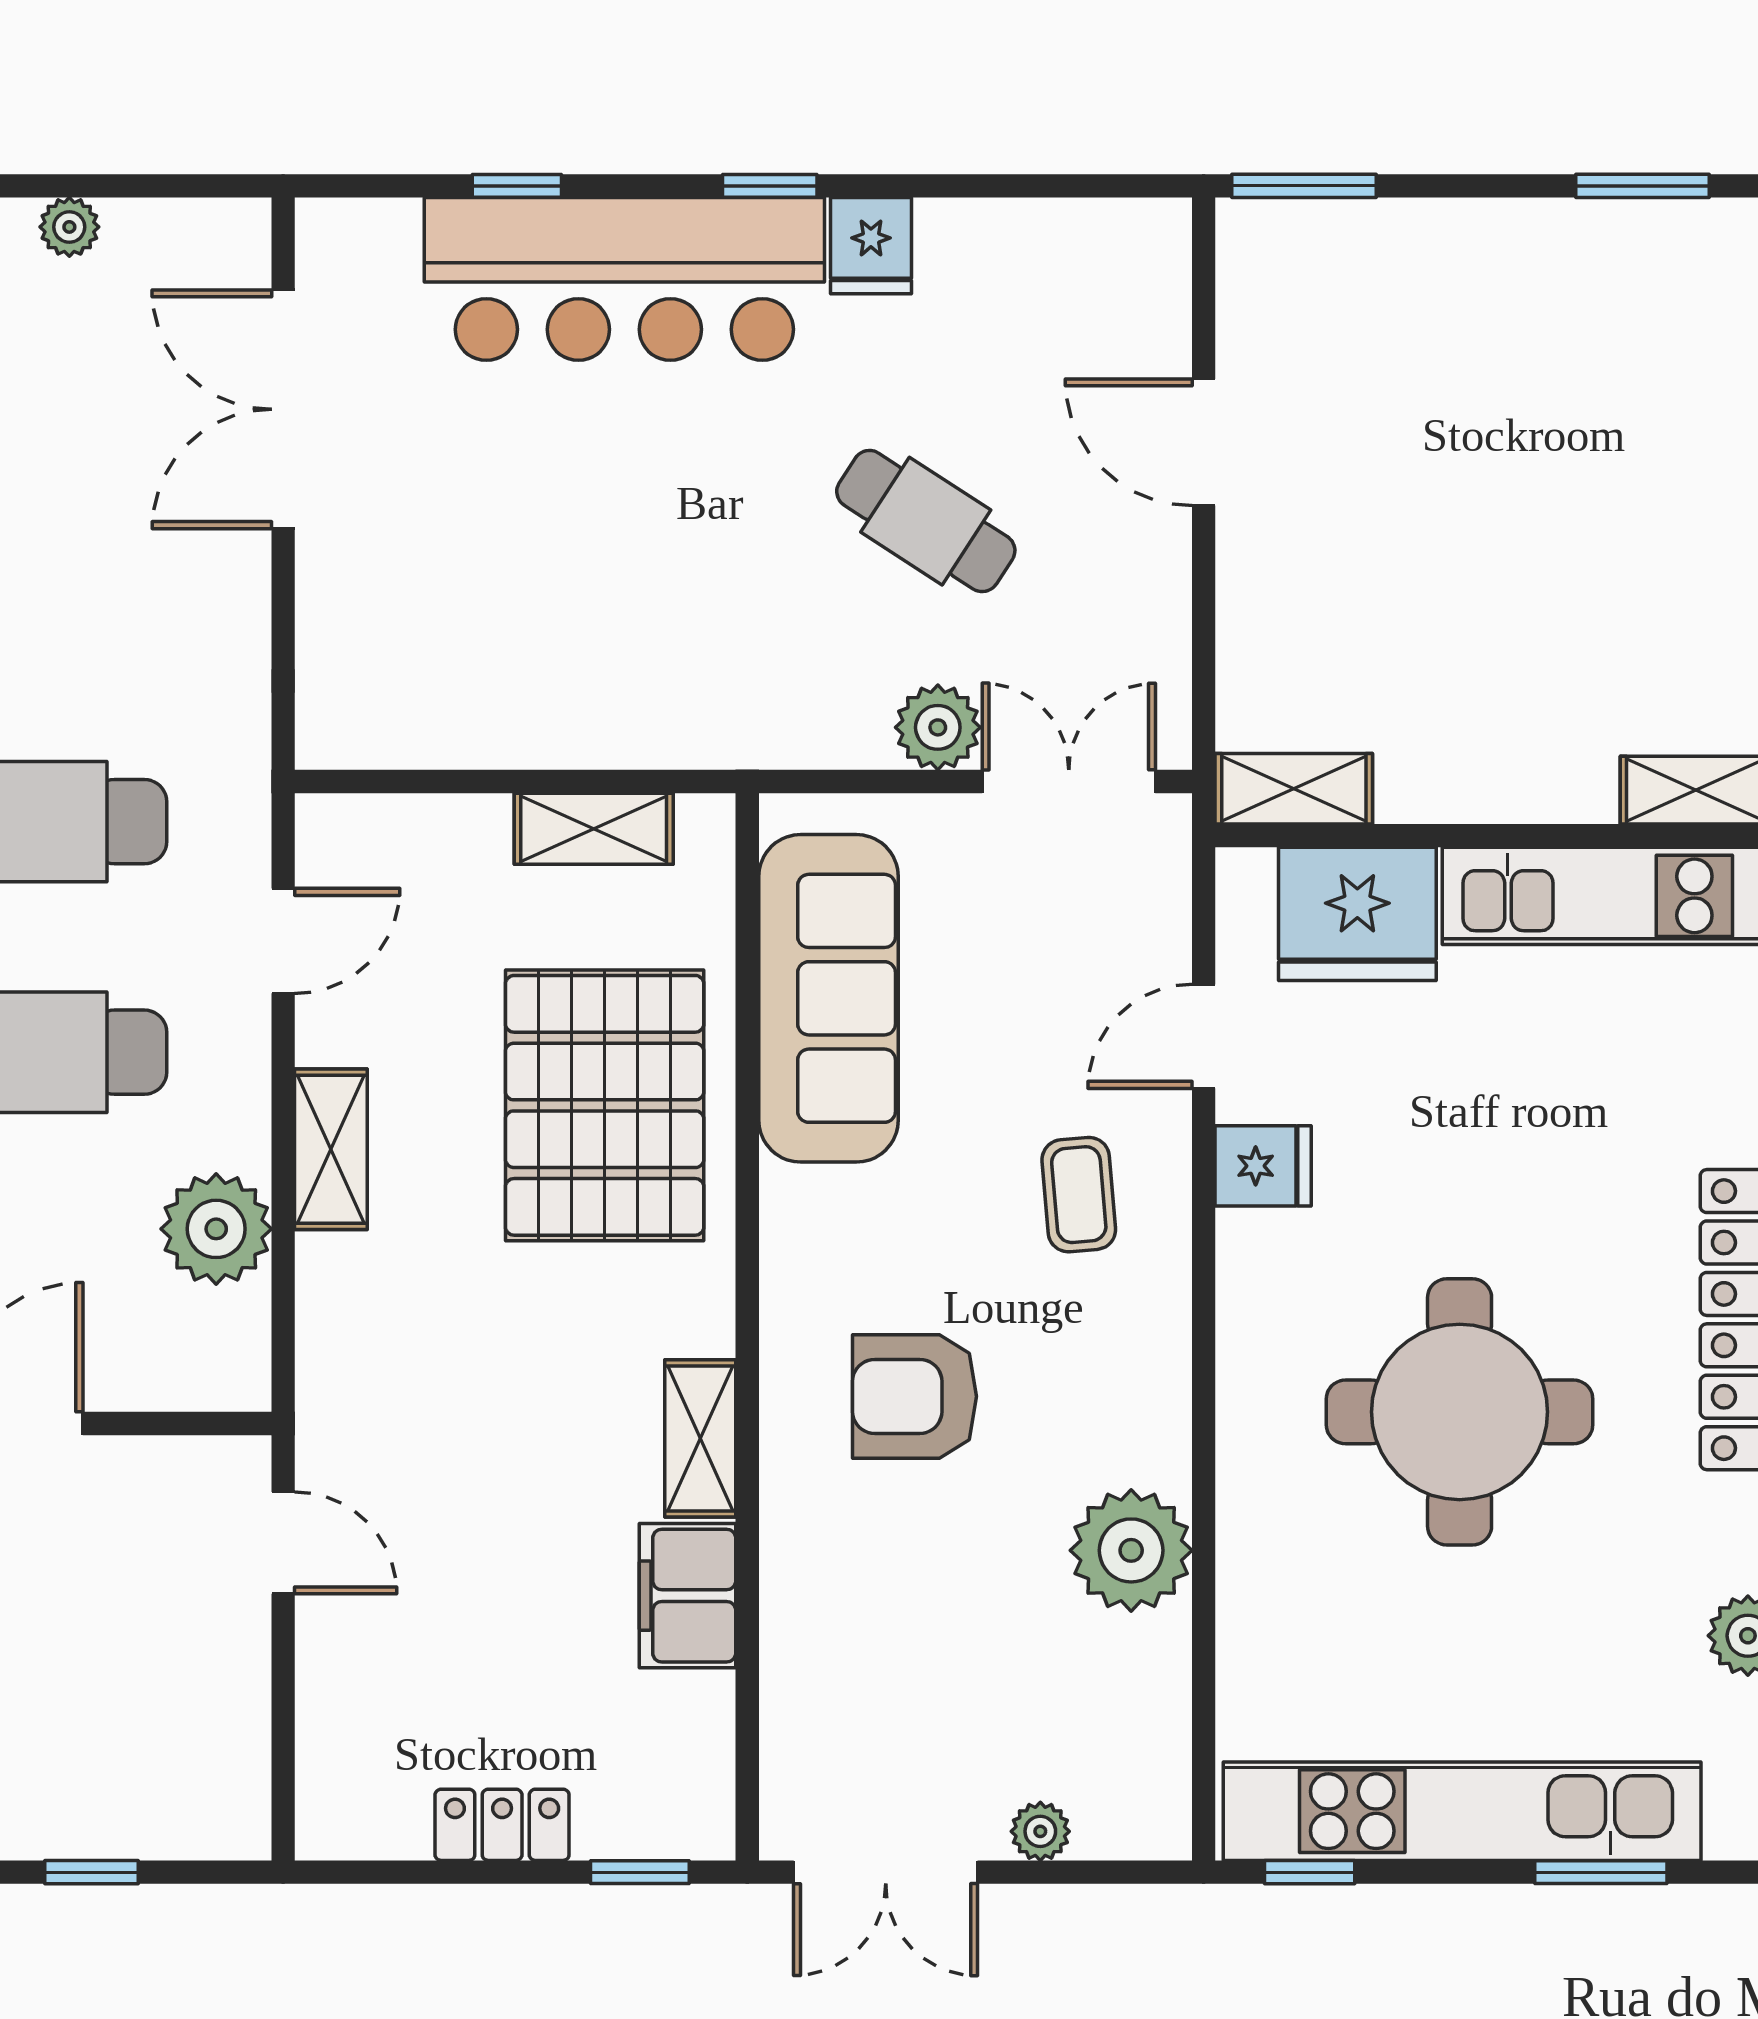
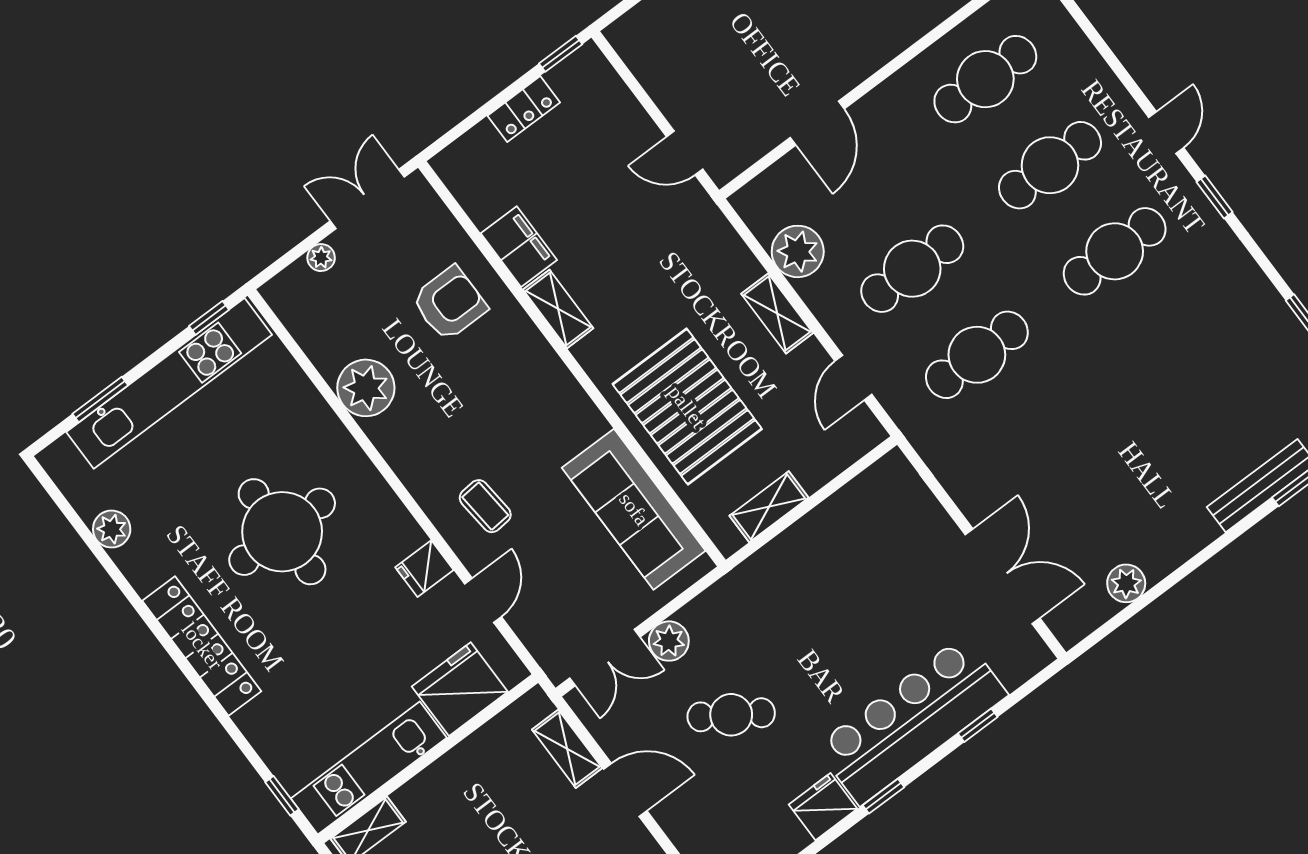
plant: (69, 227) -> (1126, 583), width x1.38, depth x1.38
fridge: (871, 246) -> (823, 807), width x1.38
door: (1204, 442) -> (625, 790), moved
shelving: (1294, 789) -> (567, 749), moved, turned 90
armchair: (915, 1396) -> (449, 303), moved
window: (640, 1872) -> (561, 54), moved

